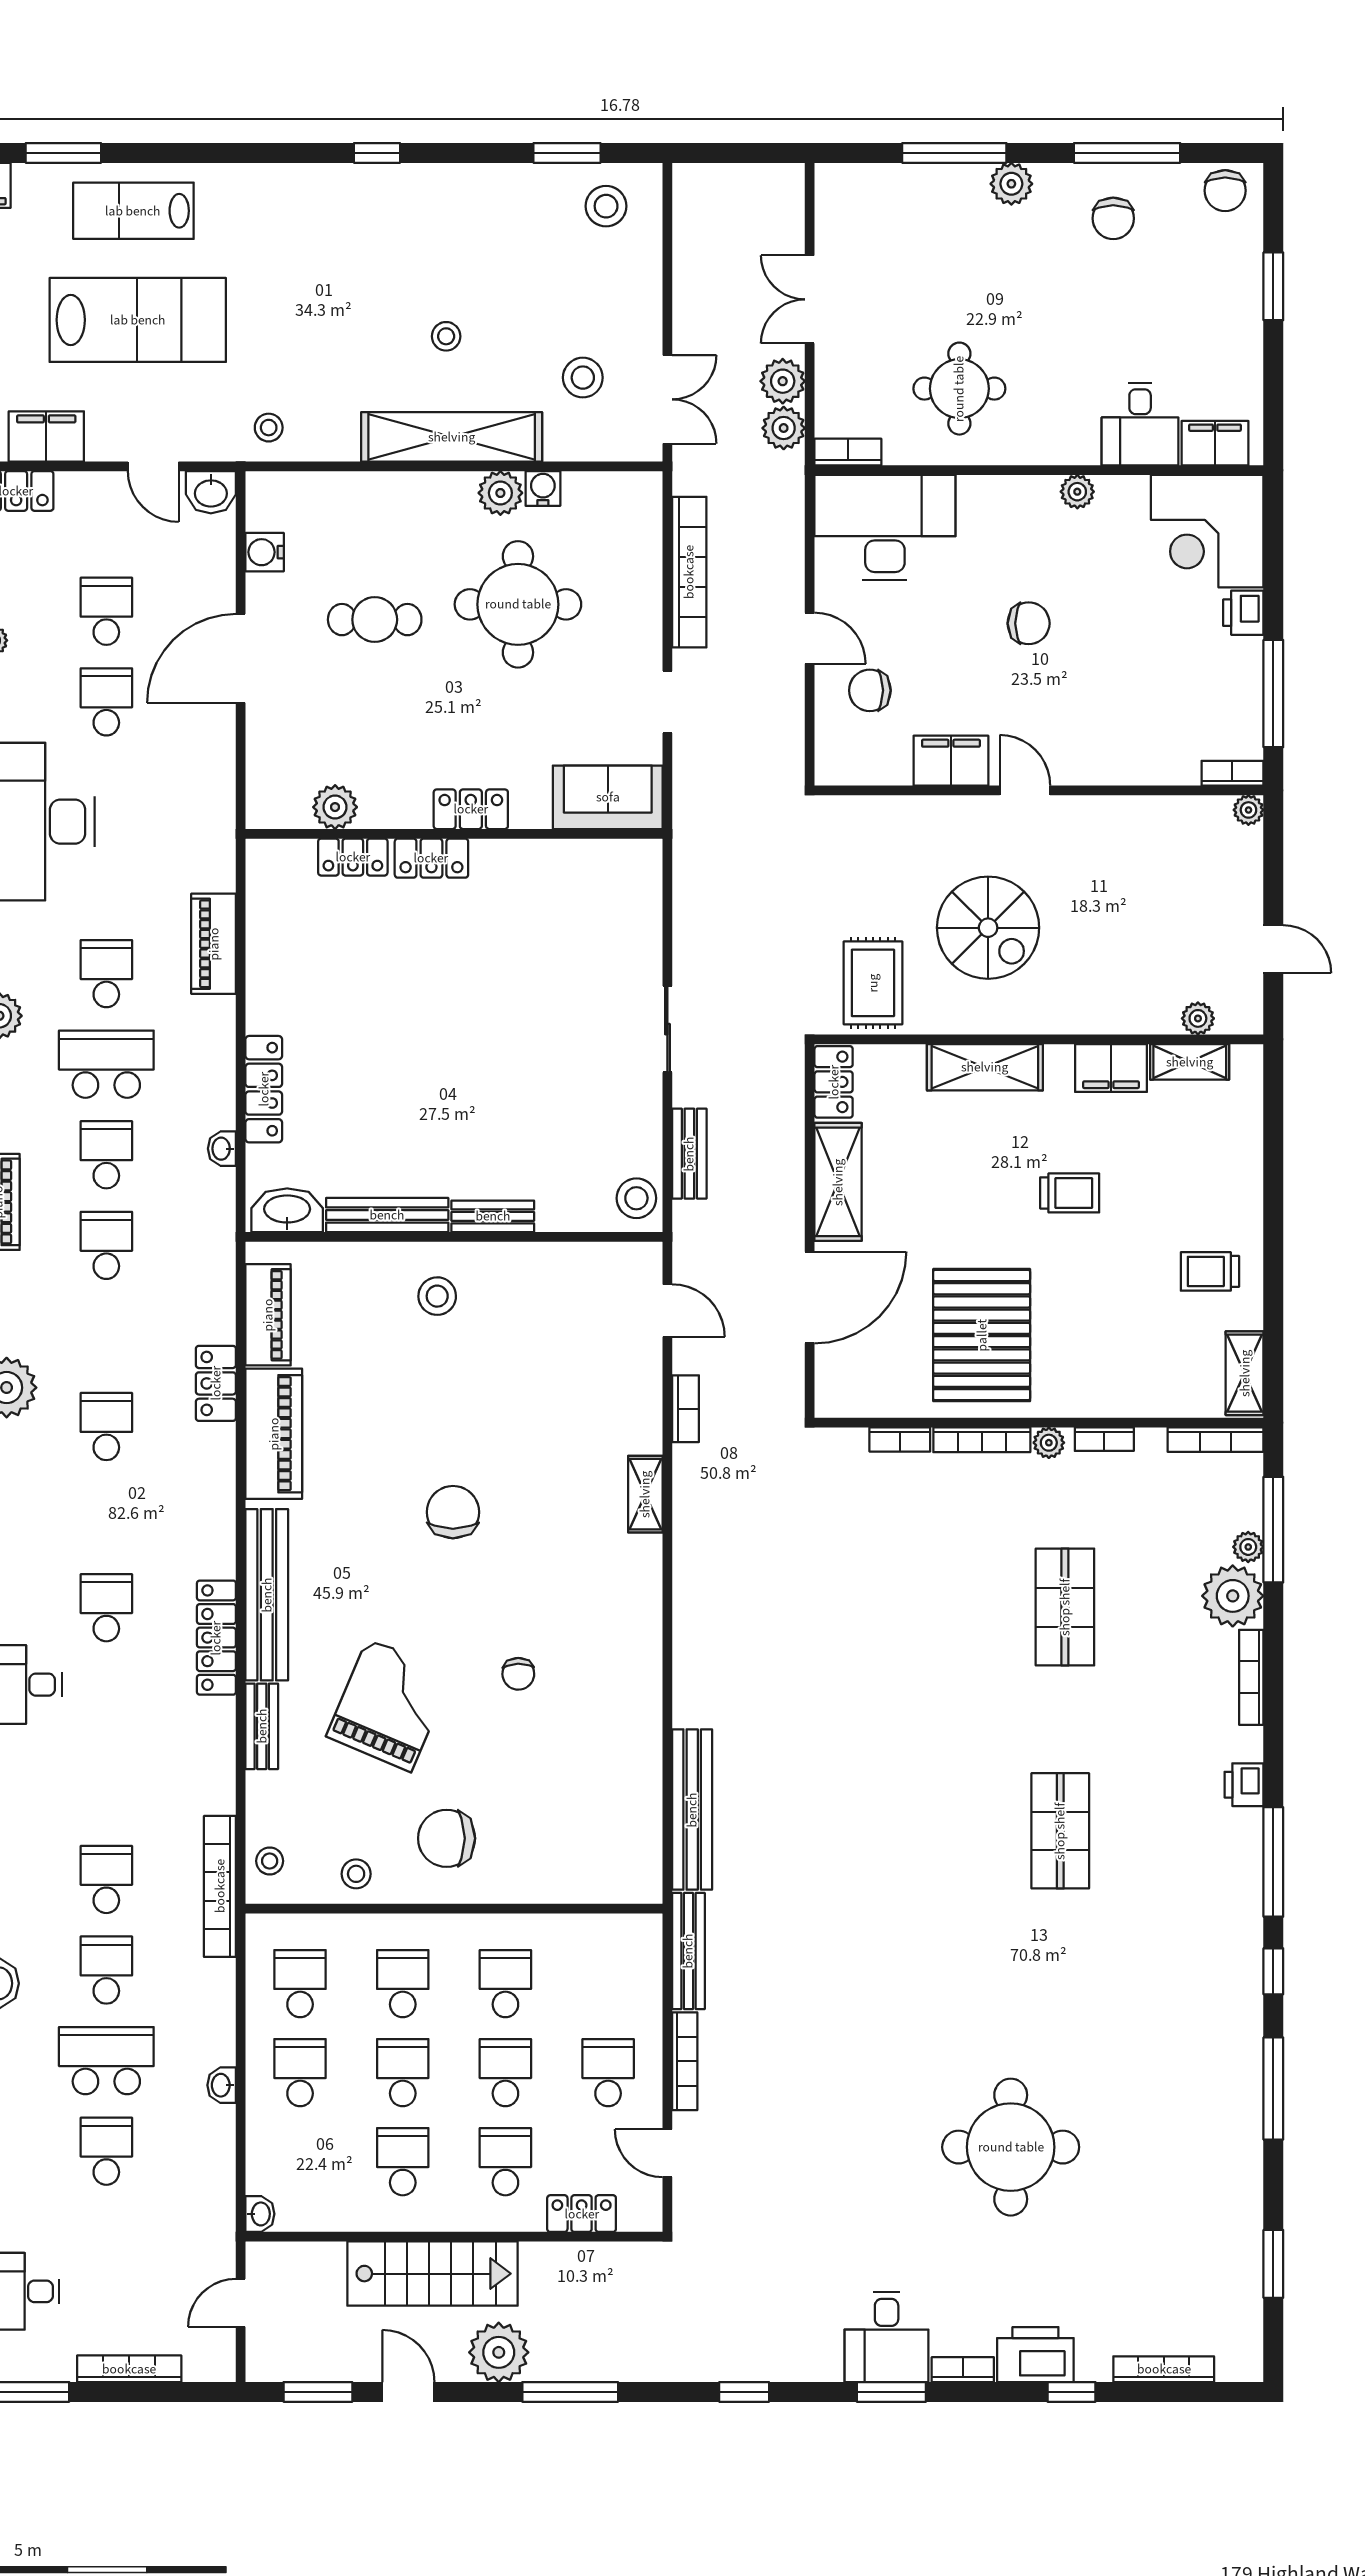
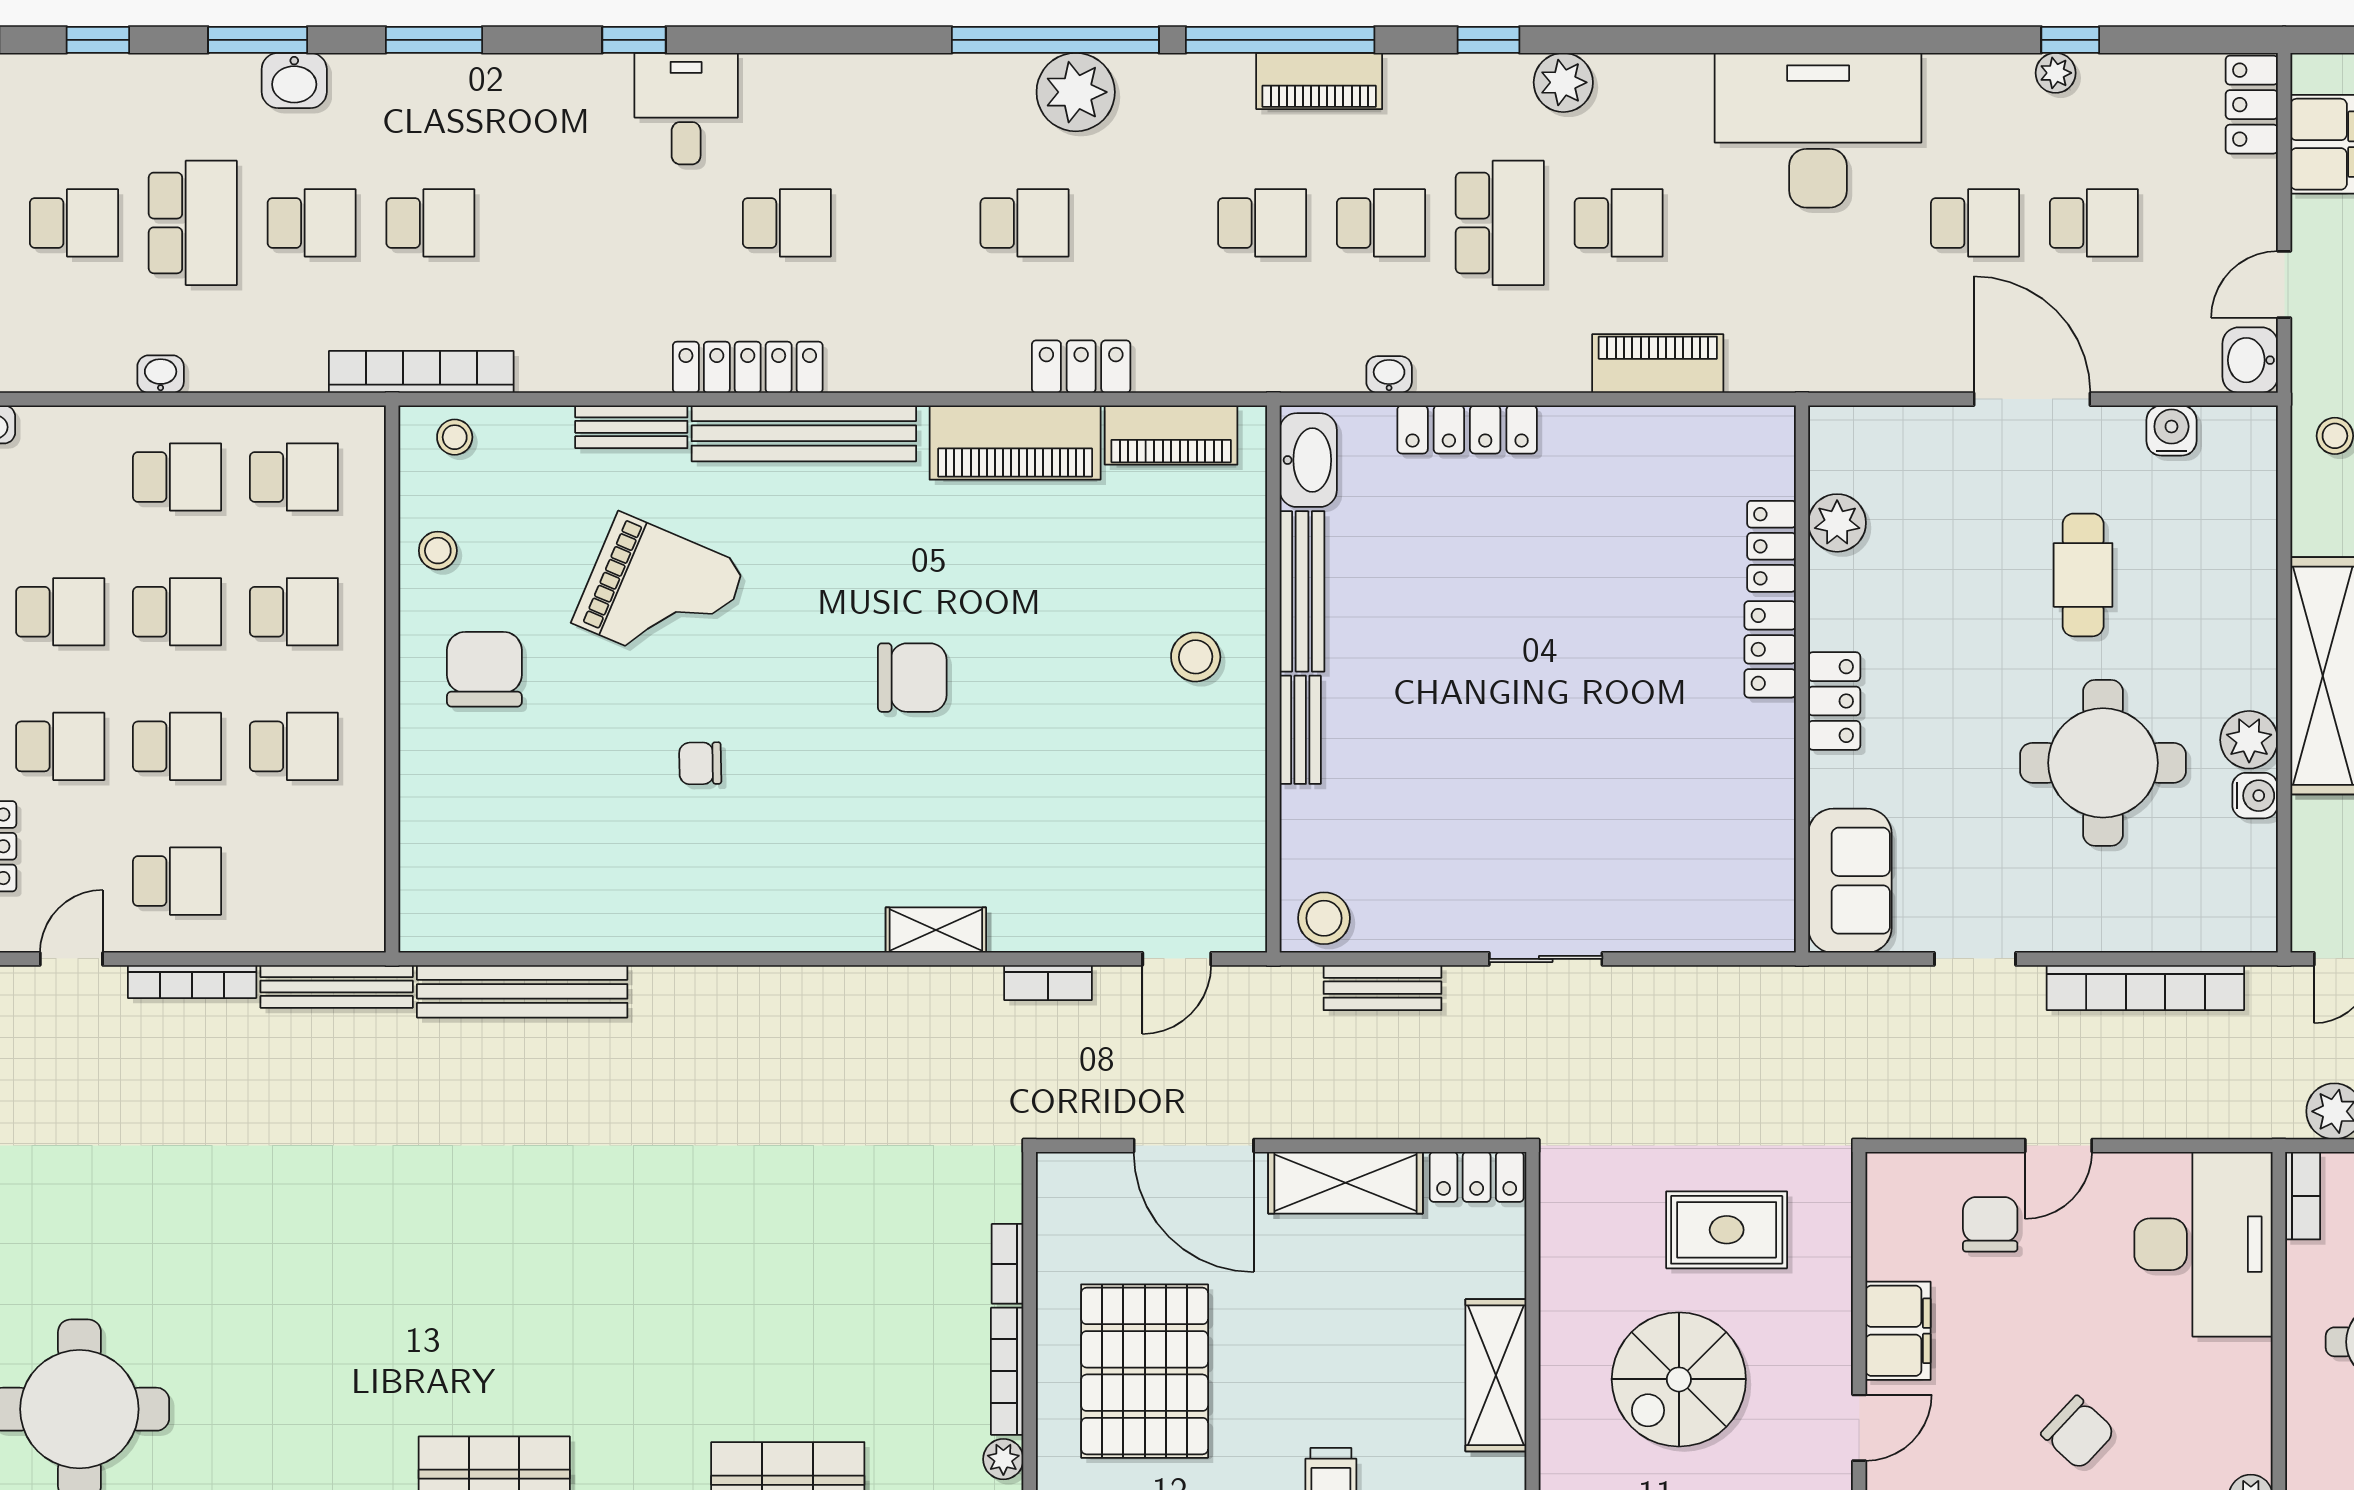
chair: (1029, 623) -> (2078, 1433), turned -47
rug: (873, 983) -> (1727, 1230), moved
pallet: (982, 1335) -> (1145, 1371), turned 90

